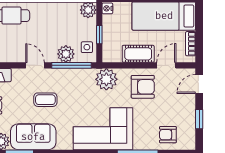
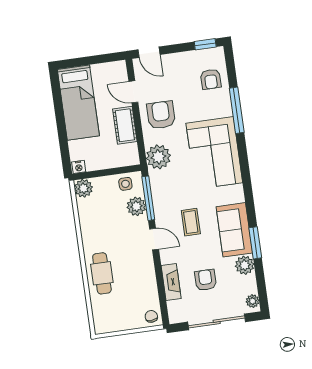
window: (99, 35) -> (109, 172), removed
bookcase: (191, 44) -> (105, 68), removed
door: (35, 65) -> (154, 239), swing flipped
window: (199, 119) -> (205, 44), moved

